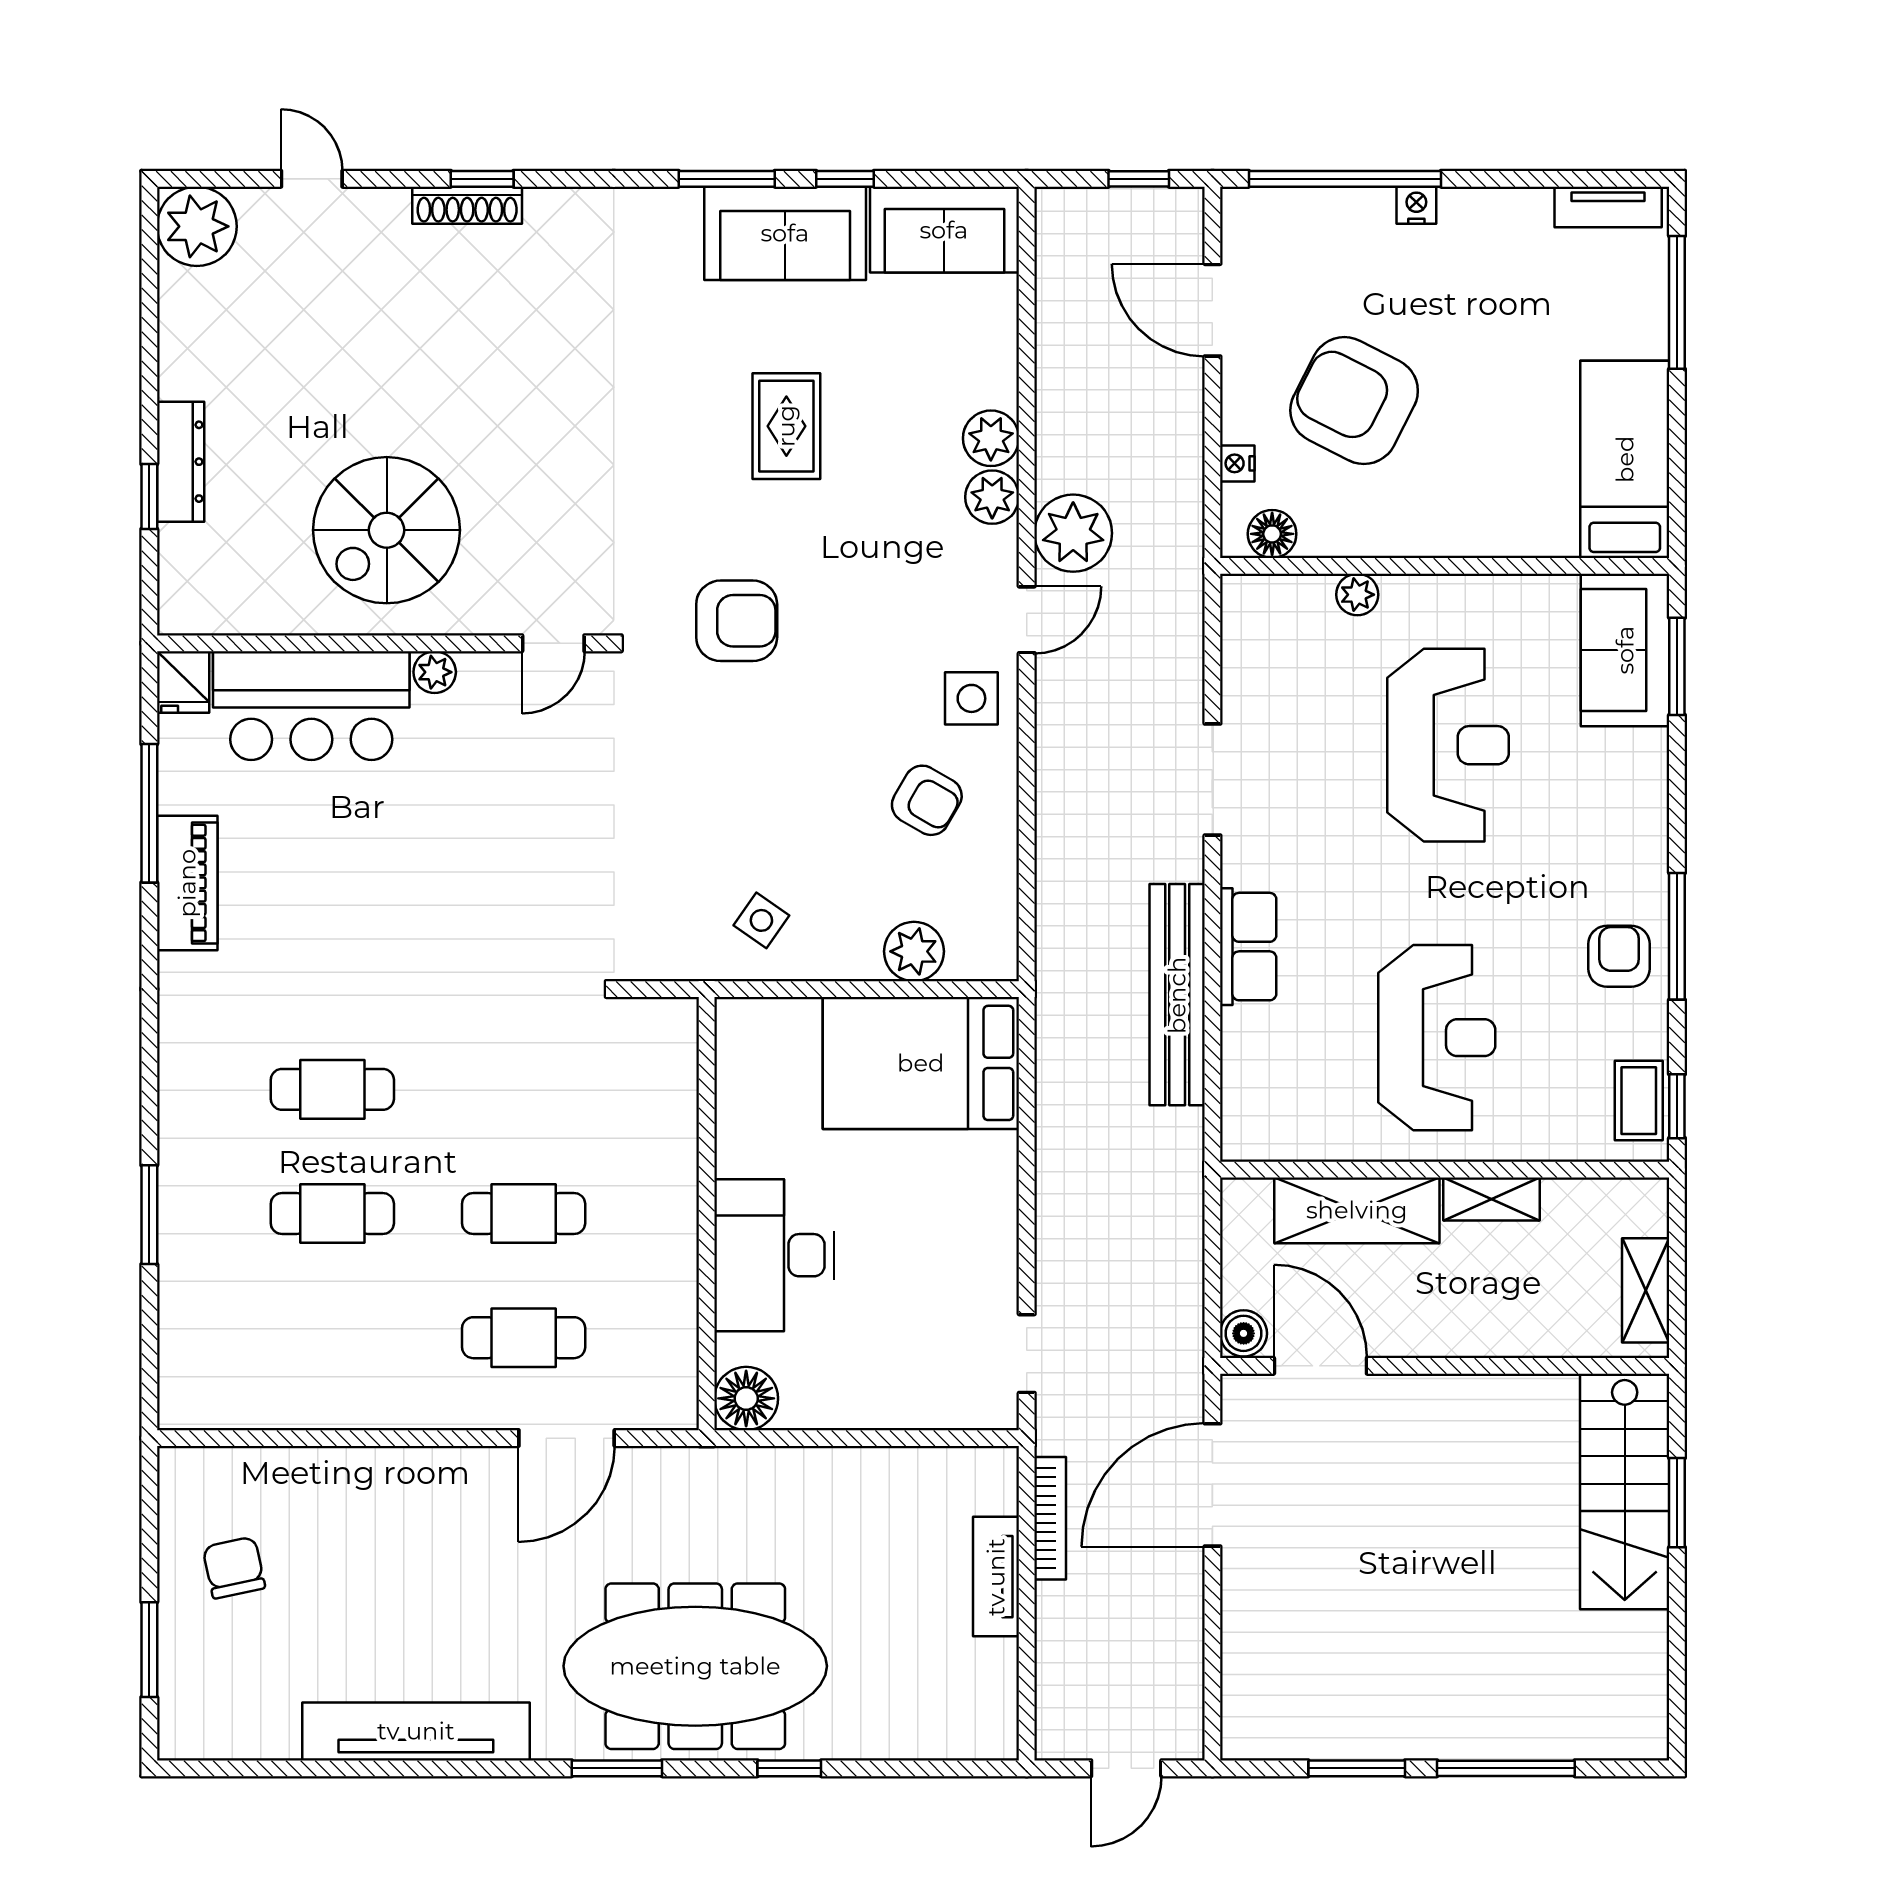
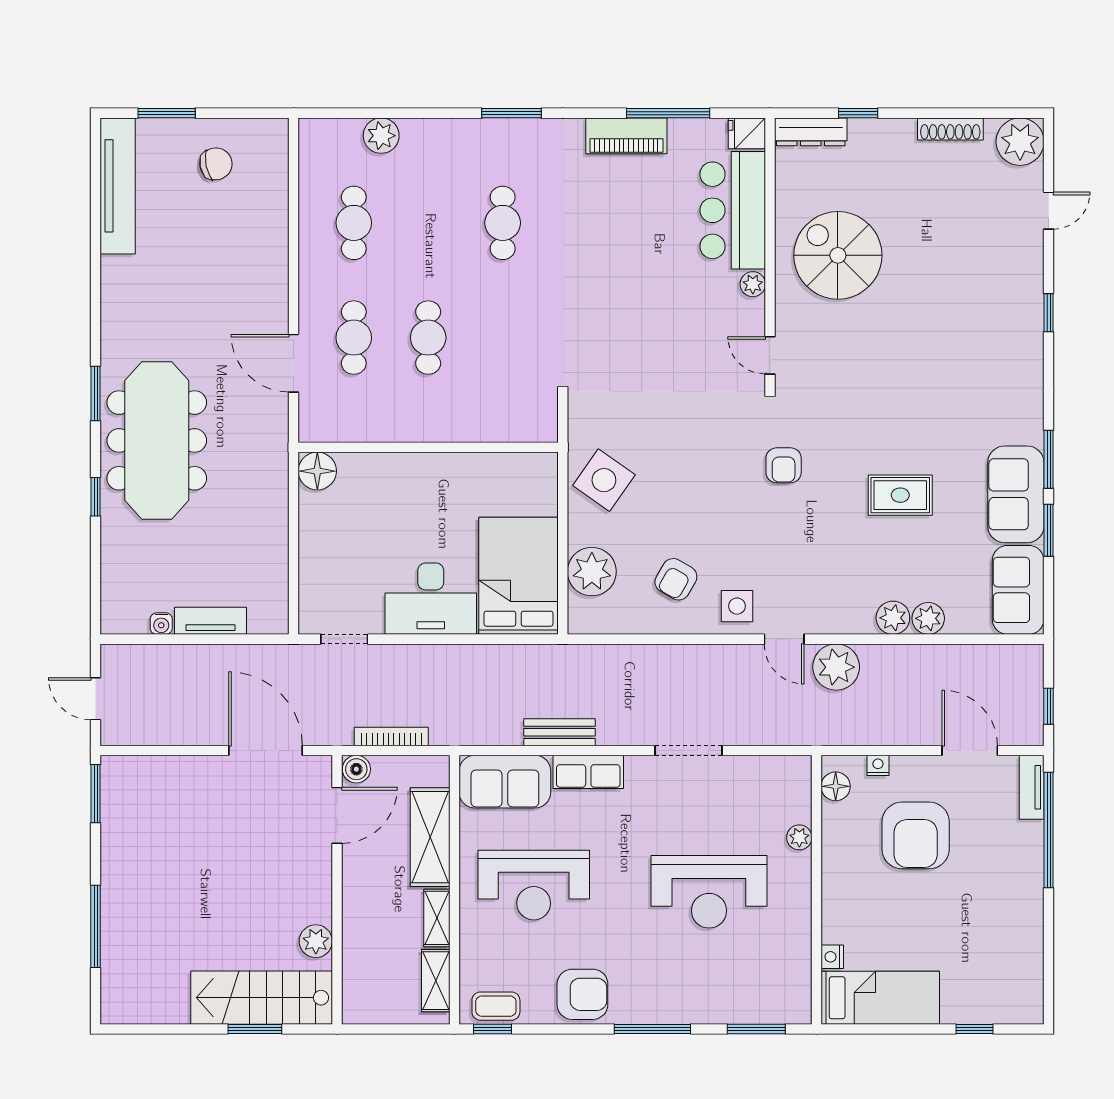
window: (845, 179) -> (1049, 530), width x1.50
shoe rack: (467, 205) -> (950, 129), moved, turned -90
nightstand: (1416, 205) -> (832, 957), moved, turned 180
tv unit: (1608, 207) -> (1032, 787), moved
window: (1677, 302) -> (974, 1029), width x0.46
door: (1212, 310) -> (970, 751), hinge flipped
armchair: (1354, 401) -> (916, 835), turned 153
dresser: (181, 462) -> (811, 132), moved
plant: (992, 497) -> (928, 618), moved
armchair: (737, 621) -> (784, 465), width x0.72, depth x0.72
sofa: (1625, 650) -> (505, 782), moved, turned 180
side table: (761, 920) -> (604, 480), width x1.87, depth x1.87
window: (1677, 936) -> (652, 1029), moved
plant: (914, 951) -> (592, 572), width x1.36, depth x1.36
armchair: (1619, 956) -> (582, 994), width x1.38, depth x1.38
bench: (1177, 995) -> (559, 732), width x0.54, depth x0.82
cafe table: (332, 1214) -> (354, 223), moved
window: (149, 1215) -> (511, 113), moved
desk: (774, 1255) -> (431, 599), moved, turned 180
shelving: (1646, 1290) -> (436, 981), moved, turned 90
plant: (187, 1292) -> (381, 136), added
plant: (1530, 1401) -> (316, 941), added
bookcase: (1050, 1518) -> (391, 736), moved, turned 180
water cooler: (1001, 1659) -> (161, 624), added
tv unit: (416, 1731) -> (118, 186), moved
window: (1357, 1768) -> (96, 794), moved

